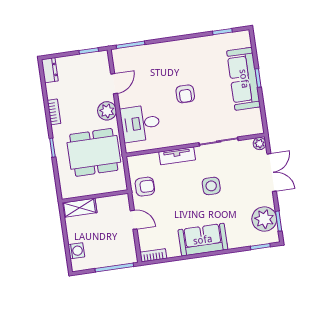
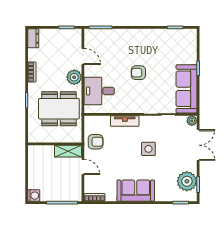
sofa: (244, 79) -> (186, 89), moved
door: (114, 84) -> (83, 56), hinge flipped
armchair: (185, 94) -> (138, 73), turned 90
shelving: (80, 208) -> (68, 151), moved
washing machine: (76, 251) -> (34, 196), moved

